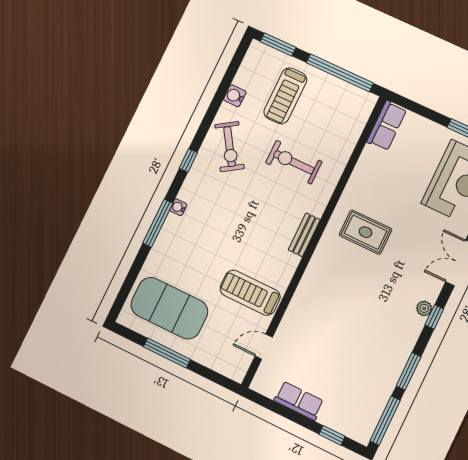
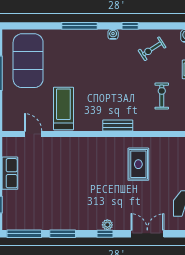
exercise bike: (230, 147) -> (152, 49), width x0.73, depth x0.72
exercise bike: (294, 162) -> (162, 96), width x0.73, depth x0.72
water cooler: (178, 207) -> (113, 34), moved

